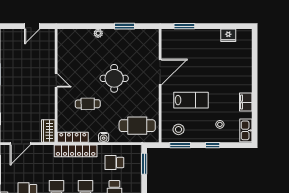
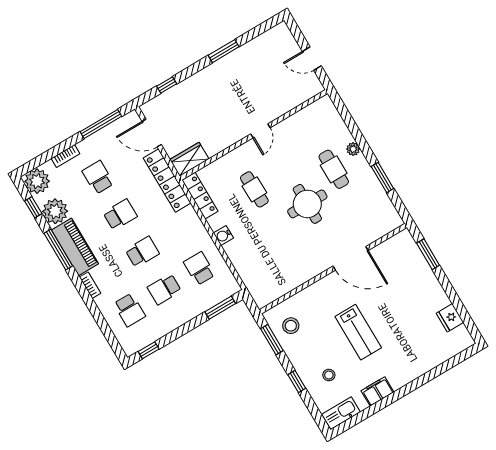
lab bench: (191, 100) -> (358, 332), moved
cafe table: (137, 126) -> (334, 169), moved, width x0.73, depth x0.74
locker: (76, 151) -> (167, 180), moved

